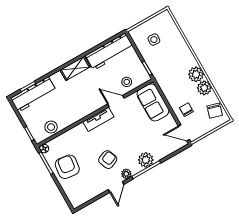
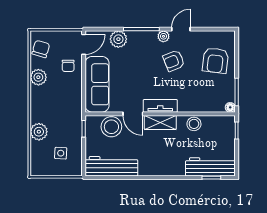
shelving: (75, 68) -> (160, 122), moved
plant: (196, 74) -> (39, 132), moved
stool: (127, 82) -> (111, 127), width x1.89, depth x1.89
sofa: (153, 102) -> (97, 84), width x1.36
stool: (51, 127) -> (194, 124), moved
door: (184, 133) -> (84, 44), hinge flipped
plant: (146, 160) -> (118, 39), moved
armchair: (67, 167) -> (215, 60), moved

